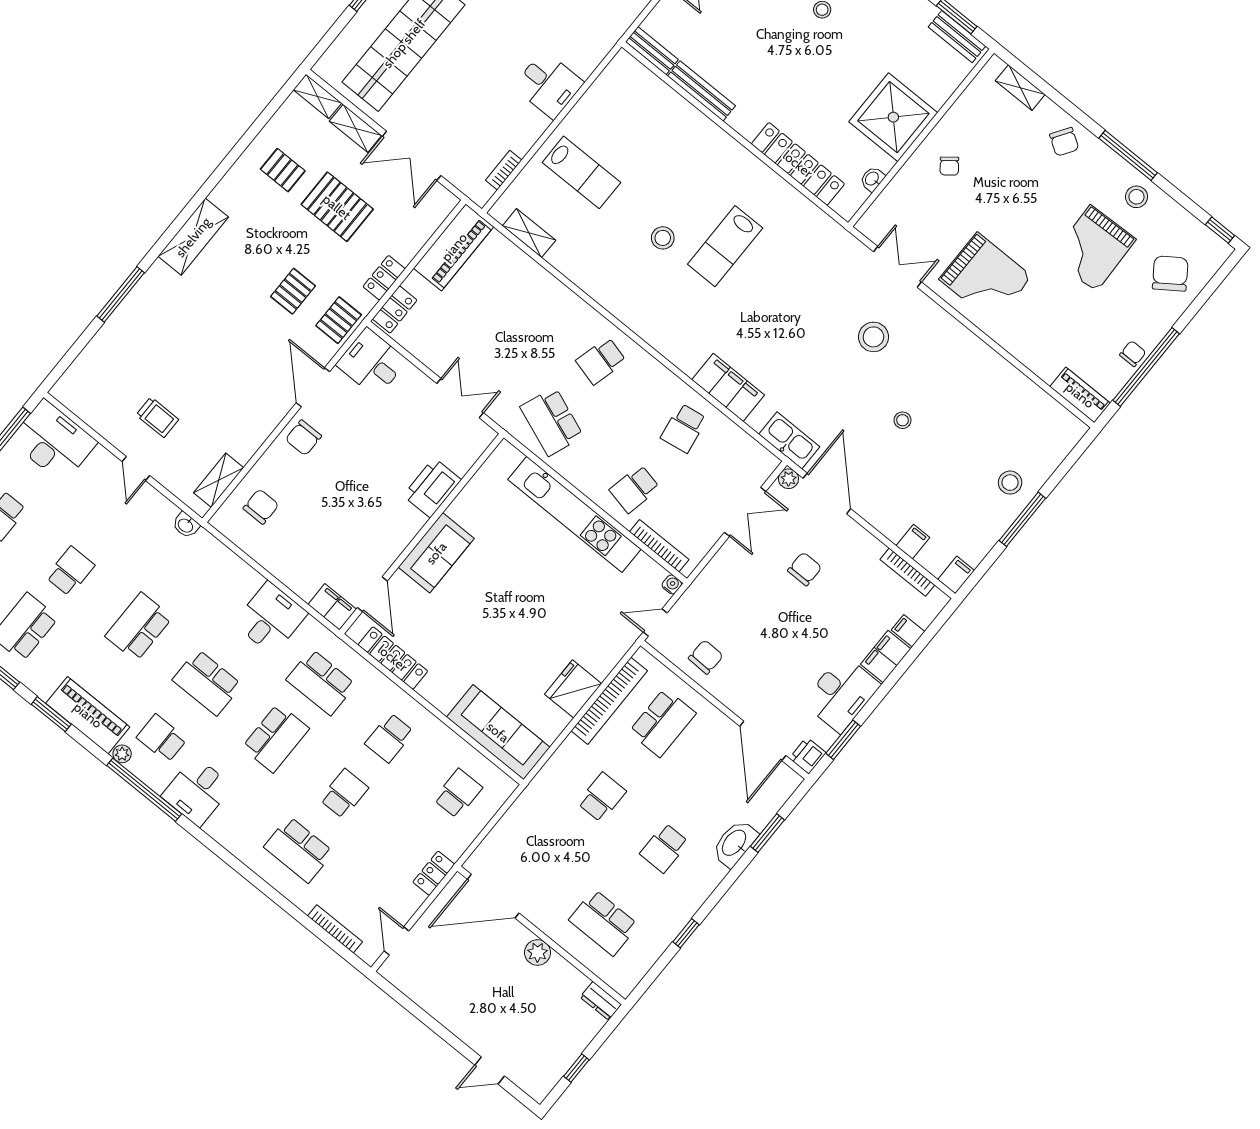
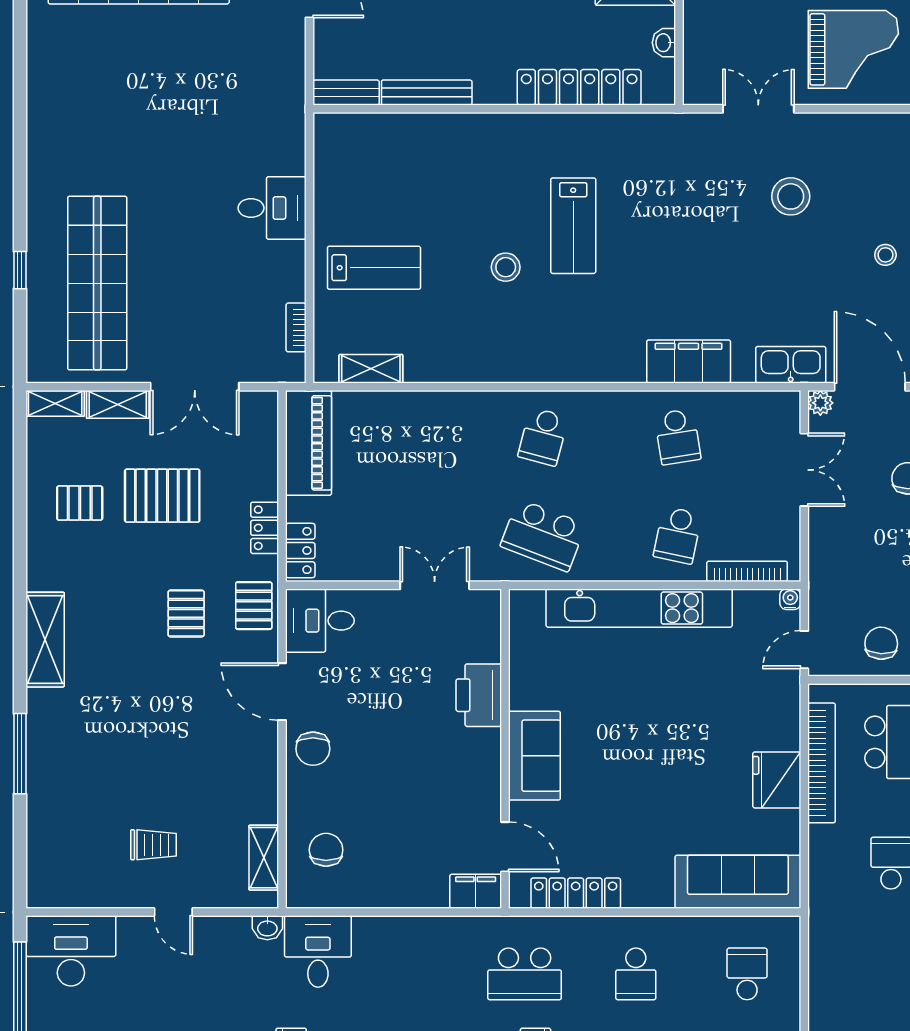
desk: (270, 618) -> (318, 951), moved

